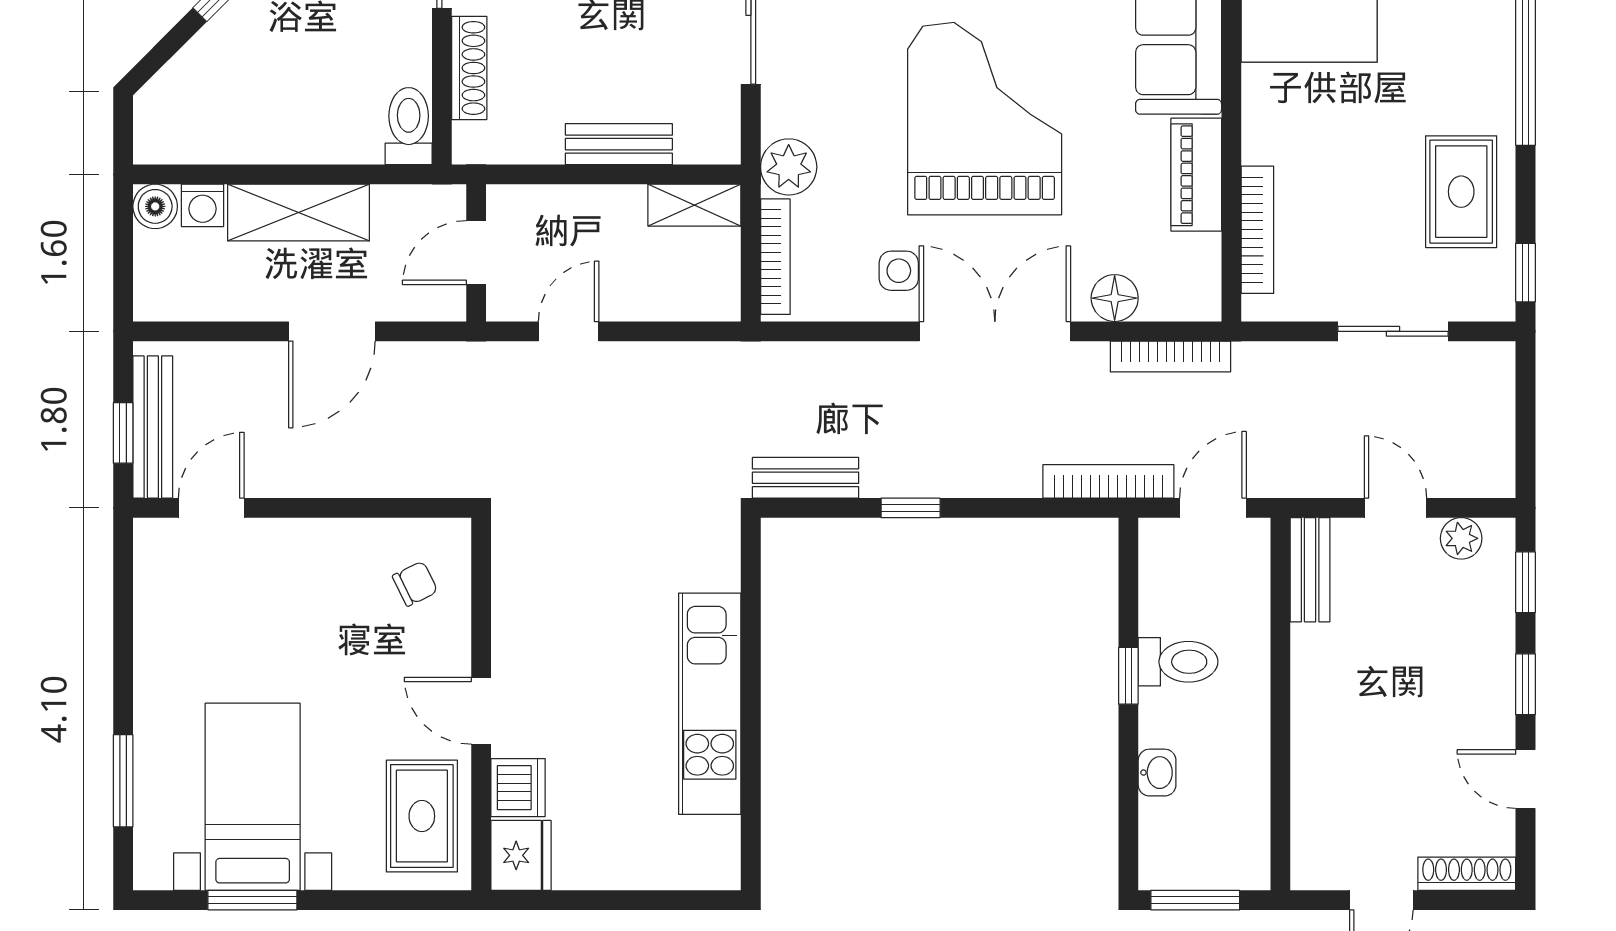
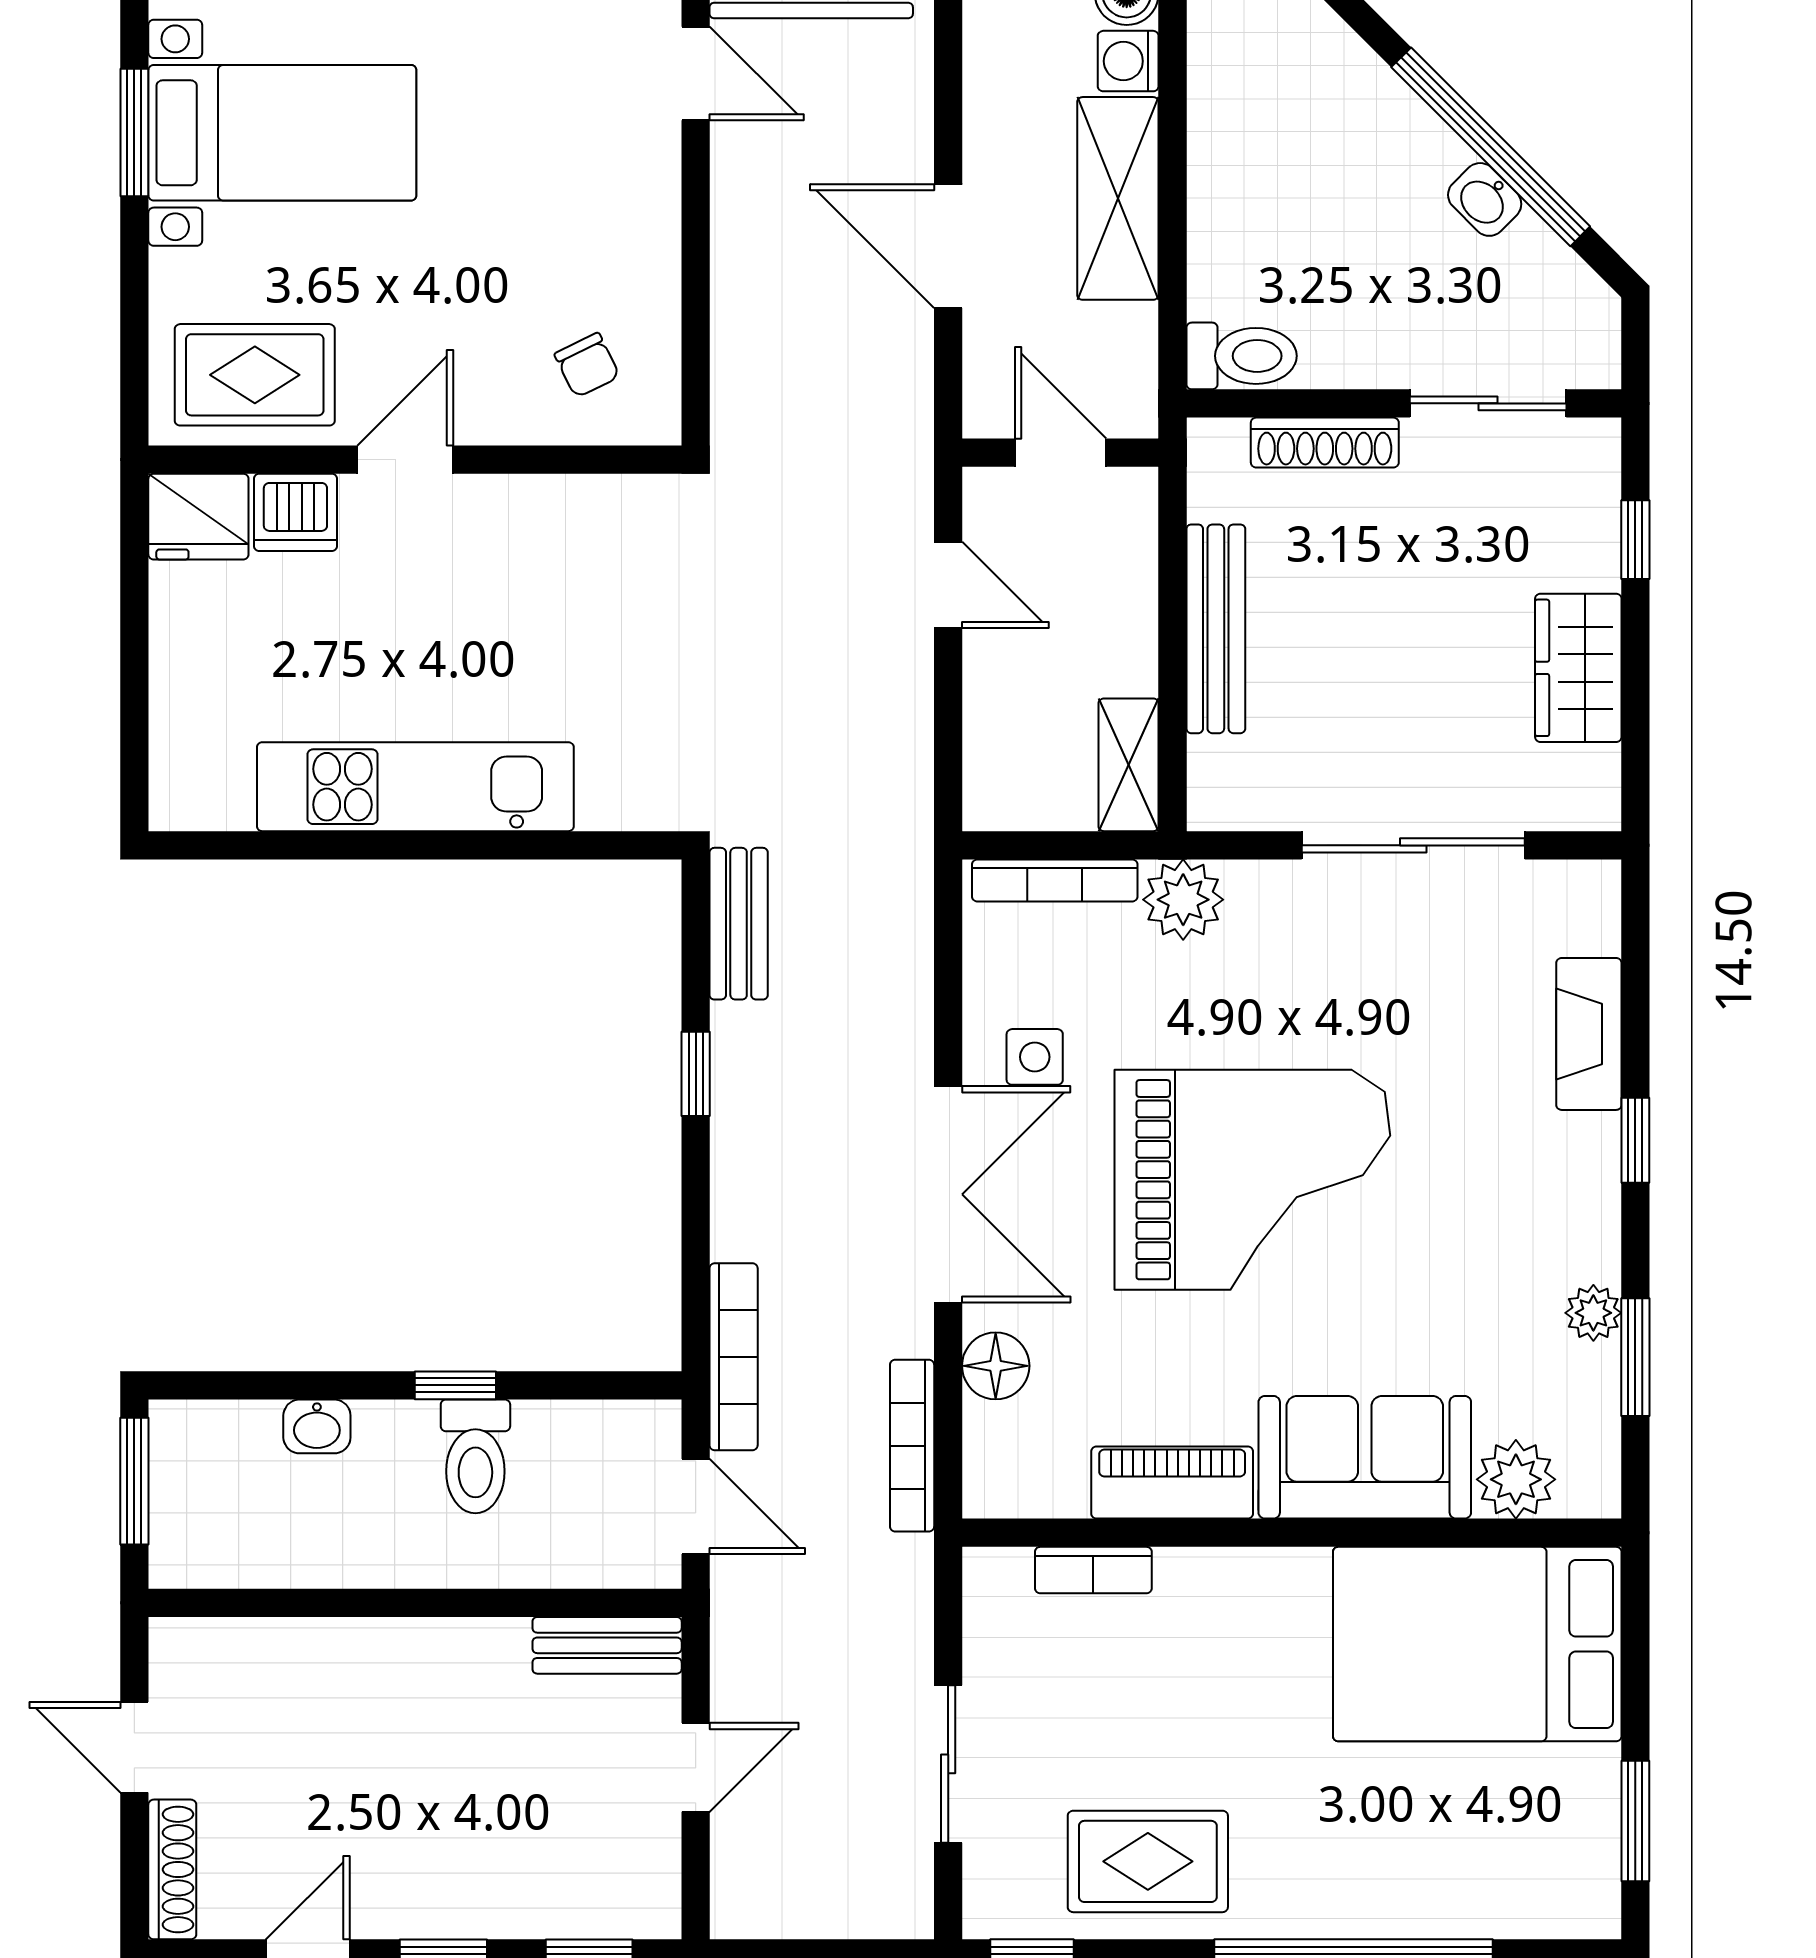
bench: (619, 144) -> (1216, 629), width x1.36
bookcase: (1257, 230) -> (1093, 1570), width x0.64
plant: (1461, 538) -> (652, 1861), removed

